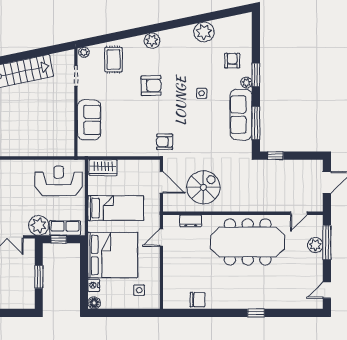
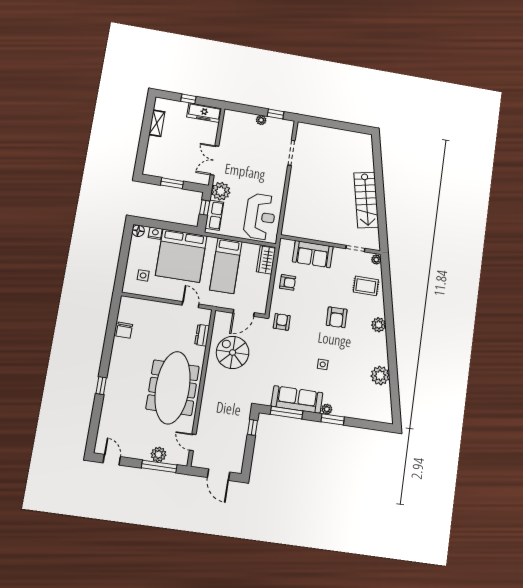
armchair: (232, 61) -> (288, 282), moved
spiral stairs: (203, 187) -> (233, 352), turned 180

